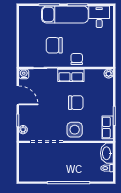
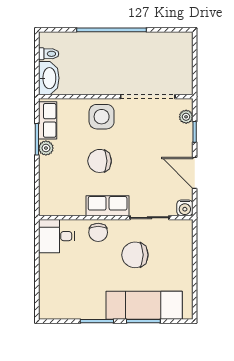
exam couch: (65, 14) -> (144, 305), moved
desk: (99, 17) -> (56, 236), moved, turned 90
chair: (54, 45) -> (135, 255), turned 180
plant: (109, 74) -> (46, 148), moved

